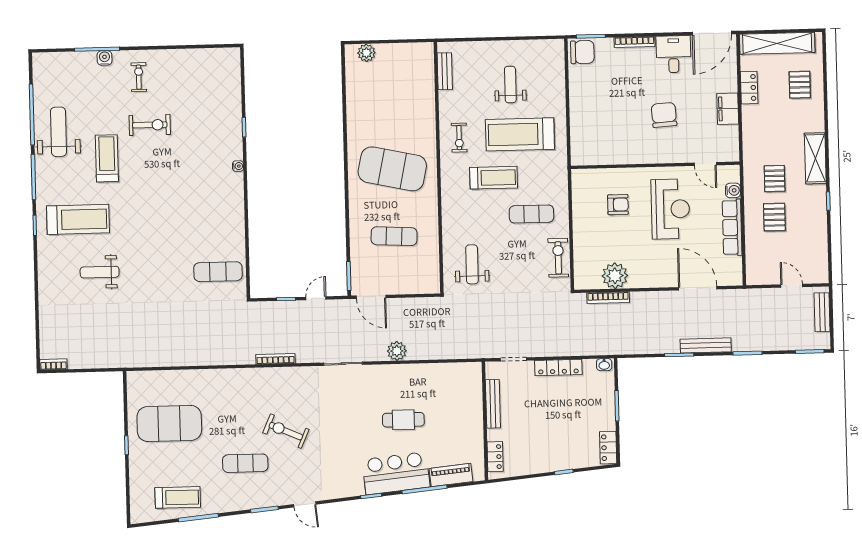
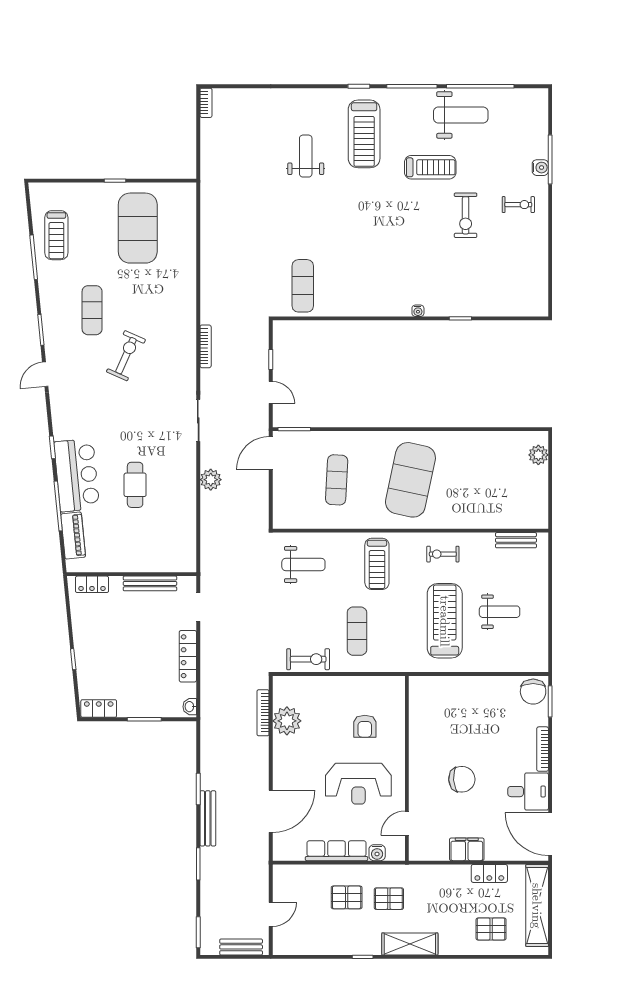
treadmill: (494, 178) -> (377, 564), moved

